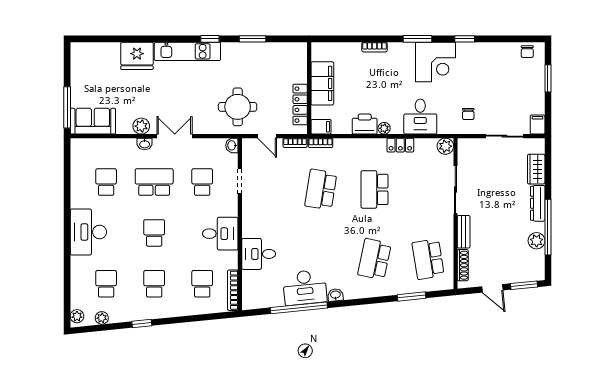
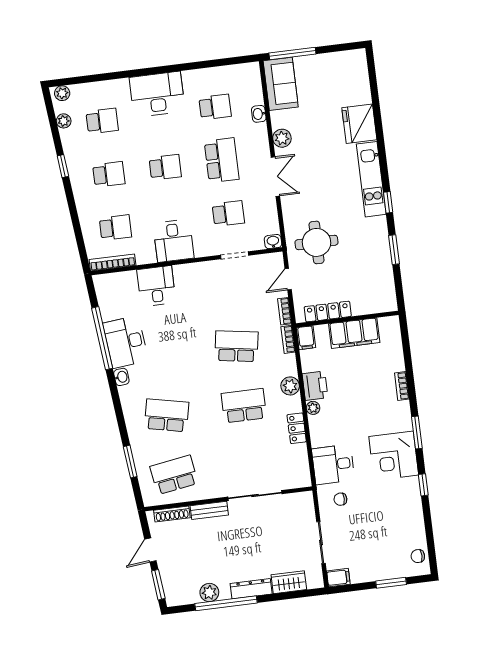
desk: (420, 117) -> (333, 464), moved
washbasin: (145, 144) -> (259, 114), moved
plant: (445, 146) -> (290, 386), moved

